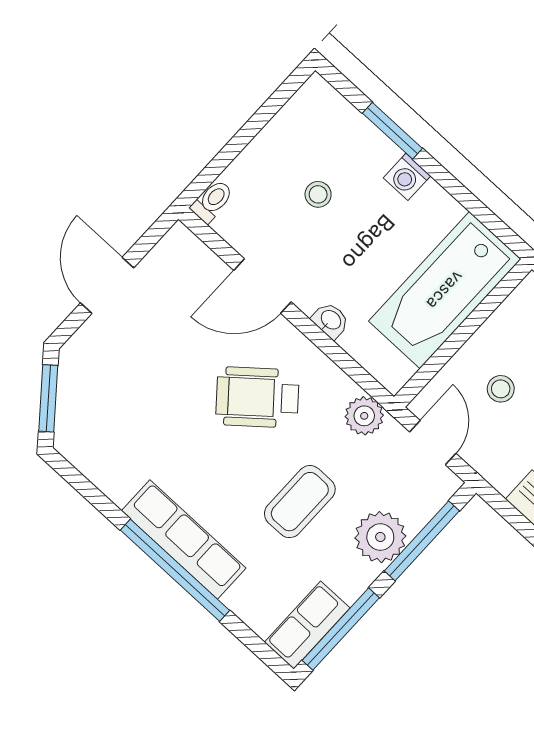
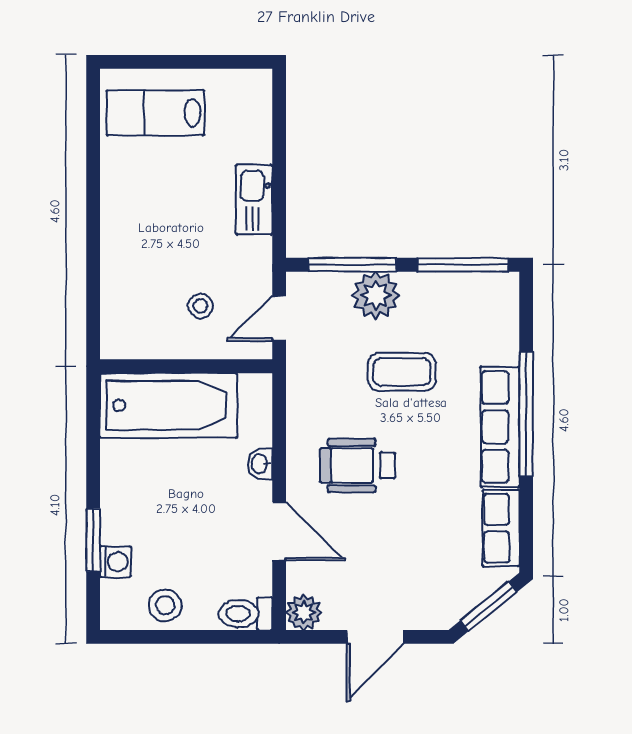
washing machine: (407, 177) -> (115, 562), moved
stool: (318, 194) -> (165, 605), moved, width x1.37, depth x1.37
toilet: (212, 201) -> (245, 614), width x1.37, depth x1.39
wheelchair: (257, 397) -> (358, 465), turned 130
plant: (364, 416) -> (304, 612), moved
row of seats: (307, 625) -> (501, 528), moved, turned 90

